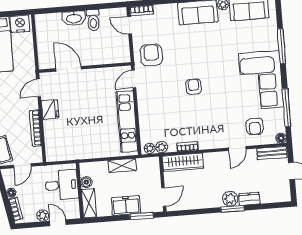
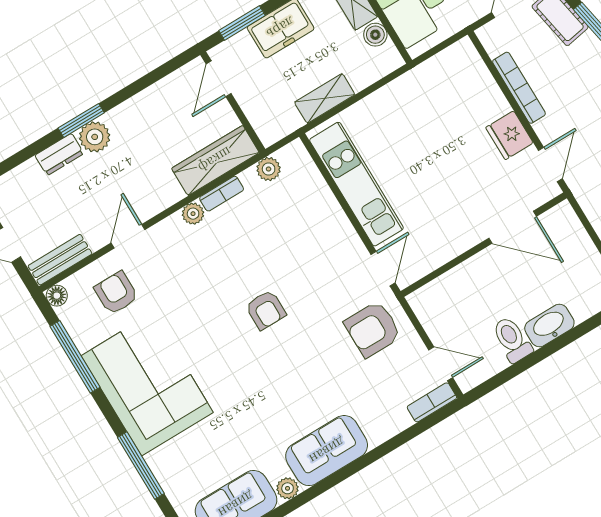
armchair: (151, 55) -> (373, 329), turned 90
plant: (150, 149) -> (193, 214), moved

